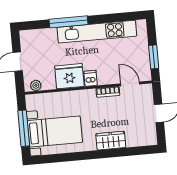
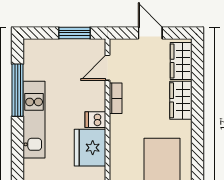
window: (69, 22) -> (18, 90), moved
kitchen unit: (97, 32) -> (34, 120), width x0.73
wardrobe: (140, 138) -> (181, 61), added

